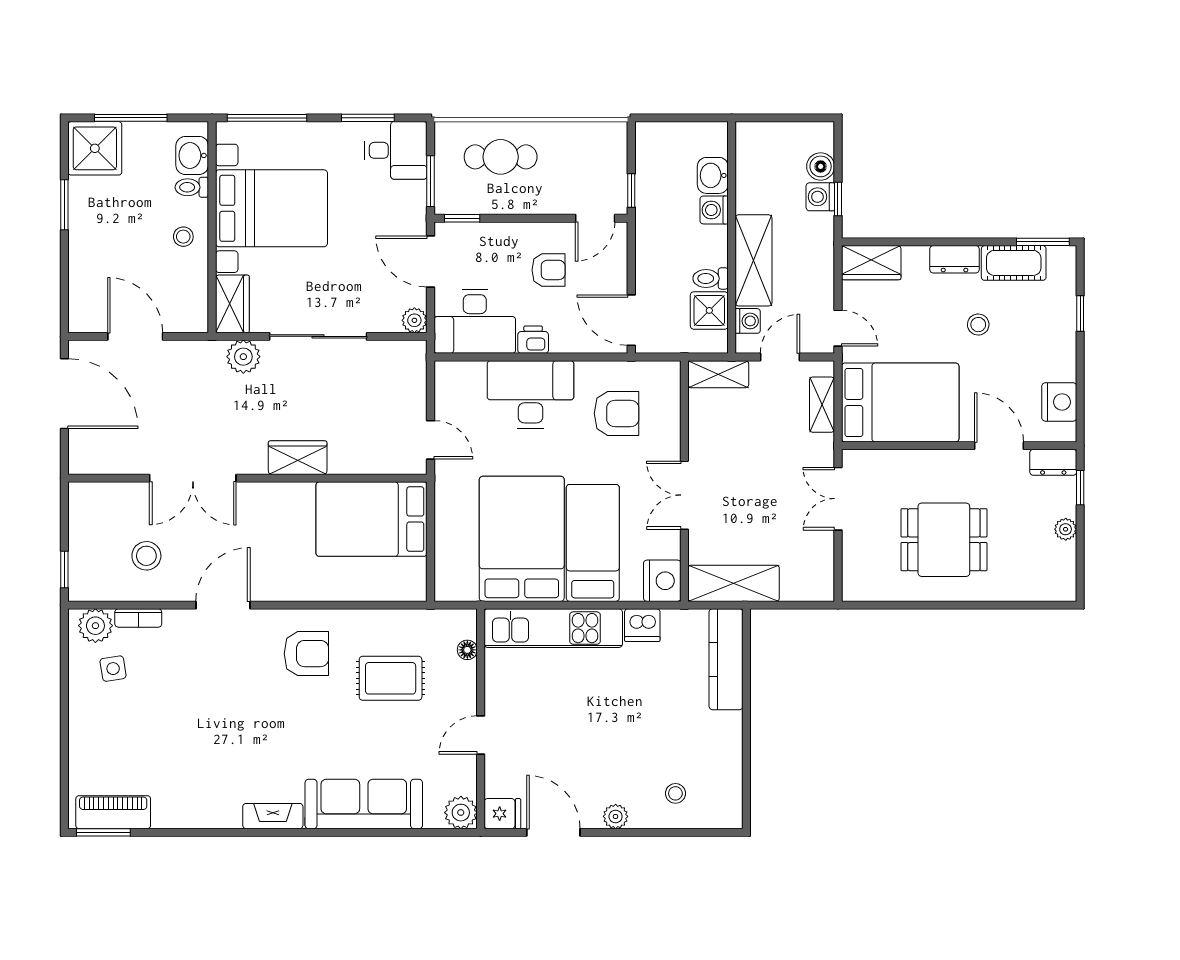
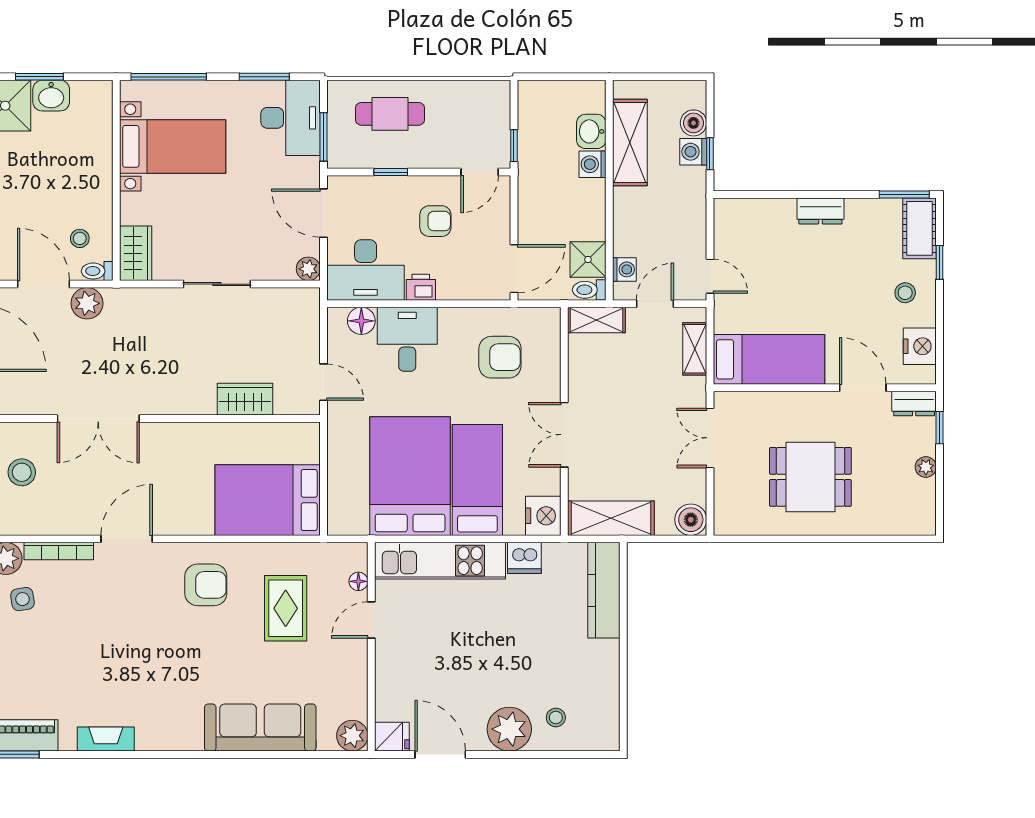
window: (131, 118) -> (39, 77), width x0.69
desk: (396, 150) -> (291, 118), width x1.37
washbasin: (192, 155) -> (51, 96), moved, turned -90
toilet: (192, 187) -> (97, 271), moved
bed with nightstands: (271, 208) -> (173, 146), width x0.73
window: (462, 218) -> (391, 172), moved
stool: (183, 237) -> (80, 238), moved
shelving: (754, 260) -> (630, 142), moved
wardrobe: (871, 263) -> (741, 214), removed
cot: (1014, 263) -> (920, 228), moved, turned 90
toilet: (711, 278) -> (589, 290), moved
door: (631, 320) -> (514, 269), swing flipped
stool: (978, 325) -> (905, 293), moved
sliding door: (318, 336) -> (217, 284), width x0.73
plant: (243, 357) -> (87, 303), moved
floor lamp: (470, 375) -> (361, 321), added
desk: (530, 395) -> (407, 339), width x0.73
bed: (900, 402) -> (769, 359), width x0.67
wardrobe: (298, 458) -> (245, 399), moved
bed: (372, 519) -> (268, 500), moved
stool: (146, 556) -> (22, 472), moved
boiler: (818, 585) -> (691, 520), added
bookcase: (138, 618) -> (59, 551), width x1.56
rug: (391, 678) -> (286, 608), turned 90
door: (481, 735) -> (371, 620), moved
fireplace: (273, 816) -> (106, 739), moved
plant: (616, 816) -> (509, 729), width x1.87, depth x1.87

